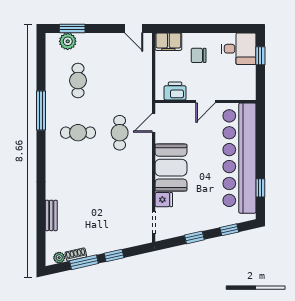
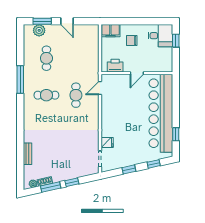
door: (134, 28) -> (67, 21), moved
booth: (171, 168) -> (112, 120), removed

